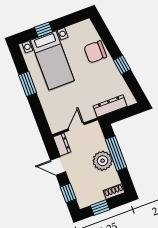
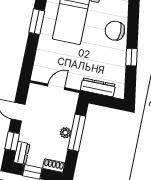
dresser: (62, 144) -> (22, 153), moved
plant: (103, 161) -> (65, 133), width x0.53, depth x0.53

